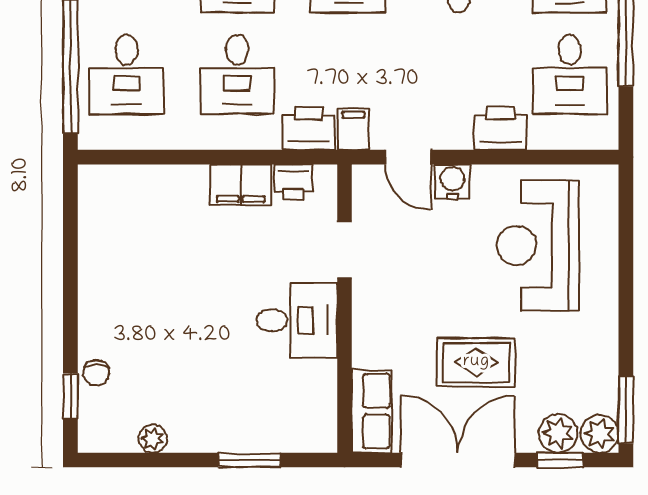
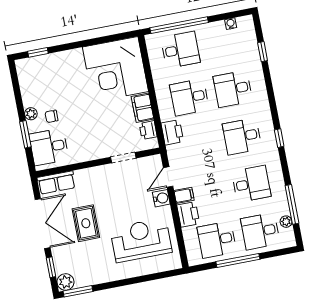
desk: (127, 74) -> (180, 50), turned 180
filing cabinet: (353, 129) -> (184, 195), moved
corner desk: (142, 229) -> (115, 69), added
desk: (297, 320) -> (49, 147), moved, turned 90
chair: (96, 373) -> (51, 116), moved
plant: (558, 433) -> (62, 264), removed
plant: (153, 439) -> (31, 114), moved

